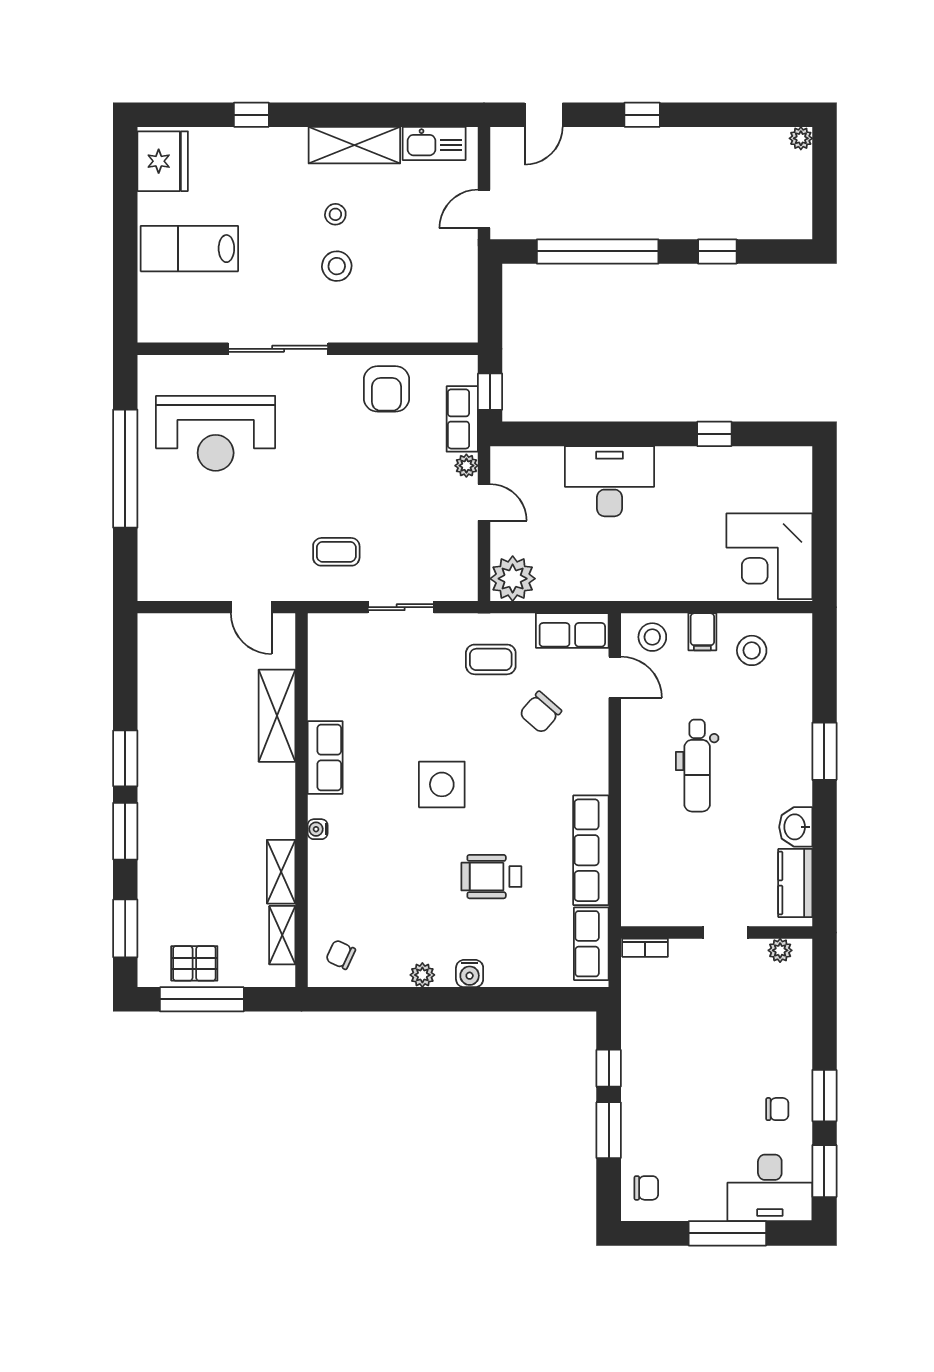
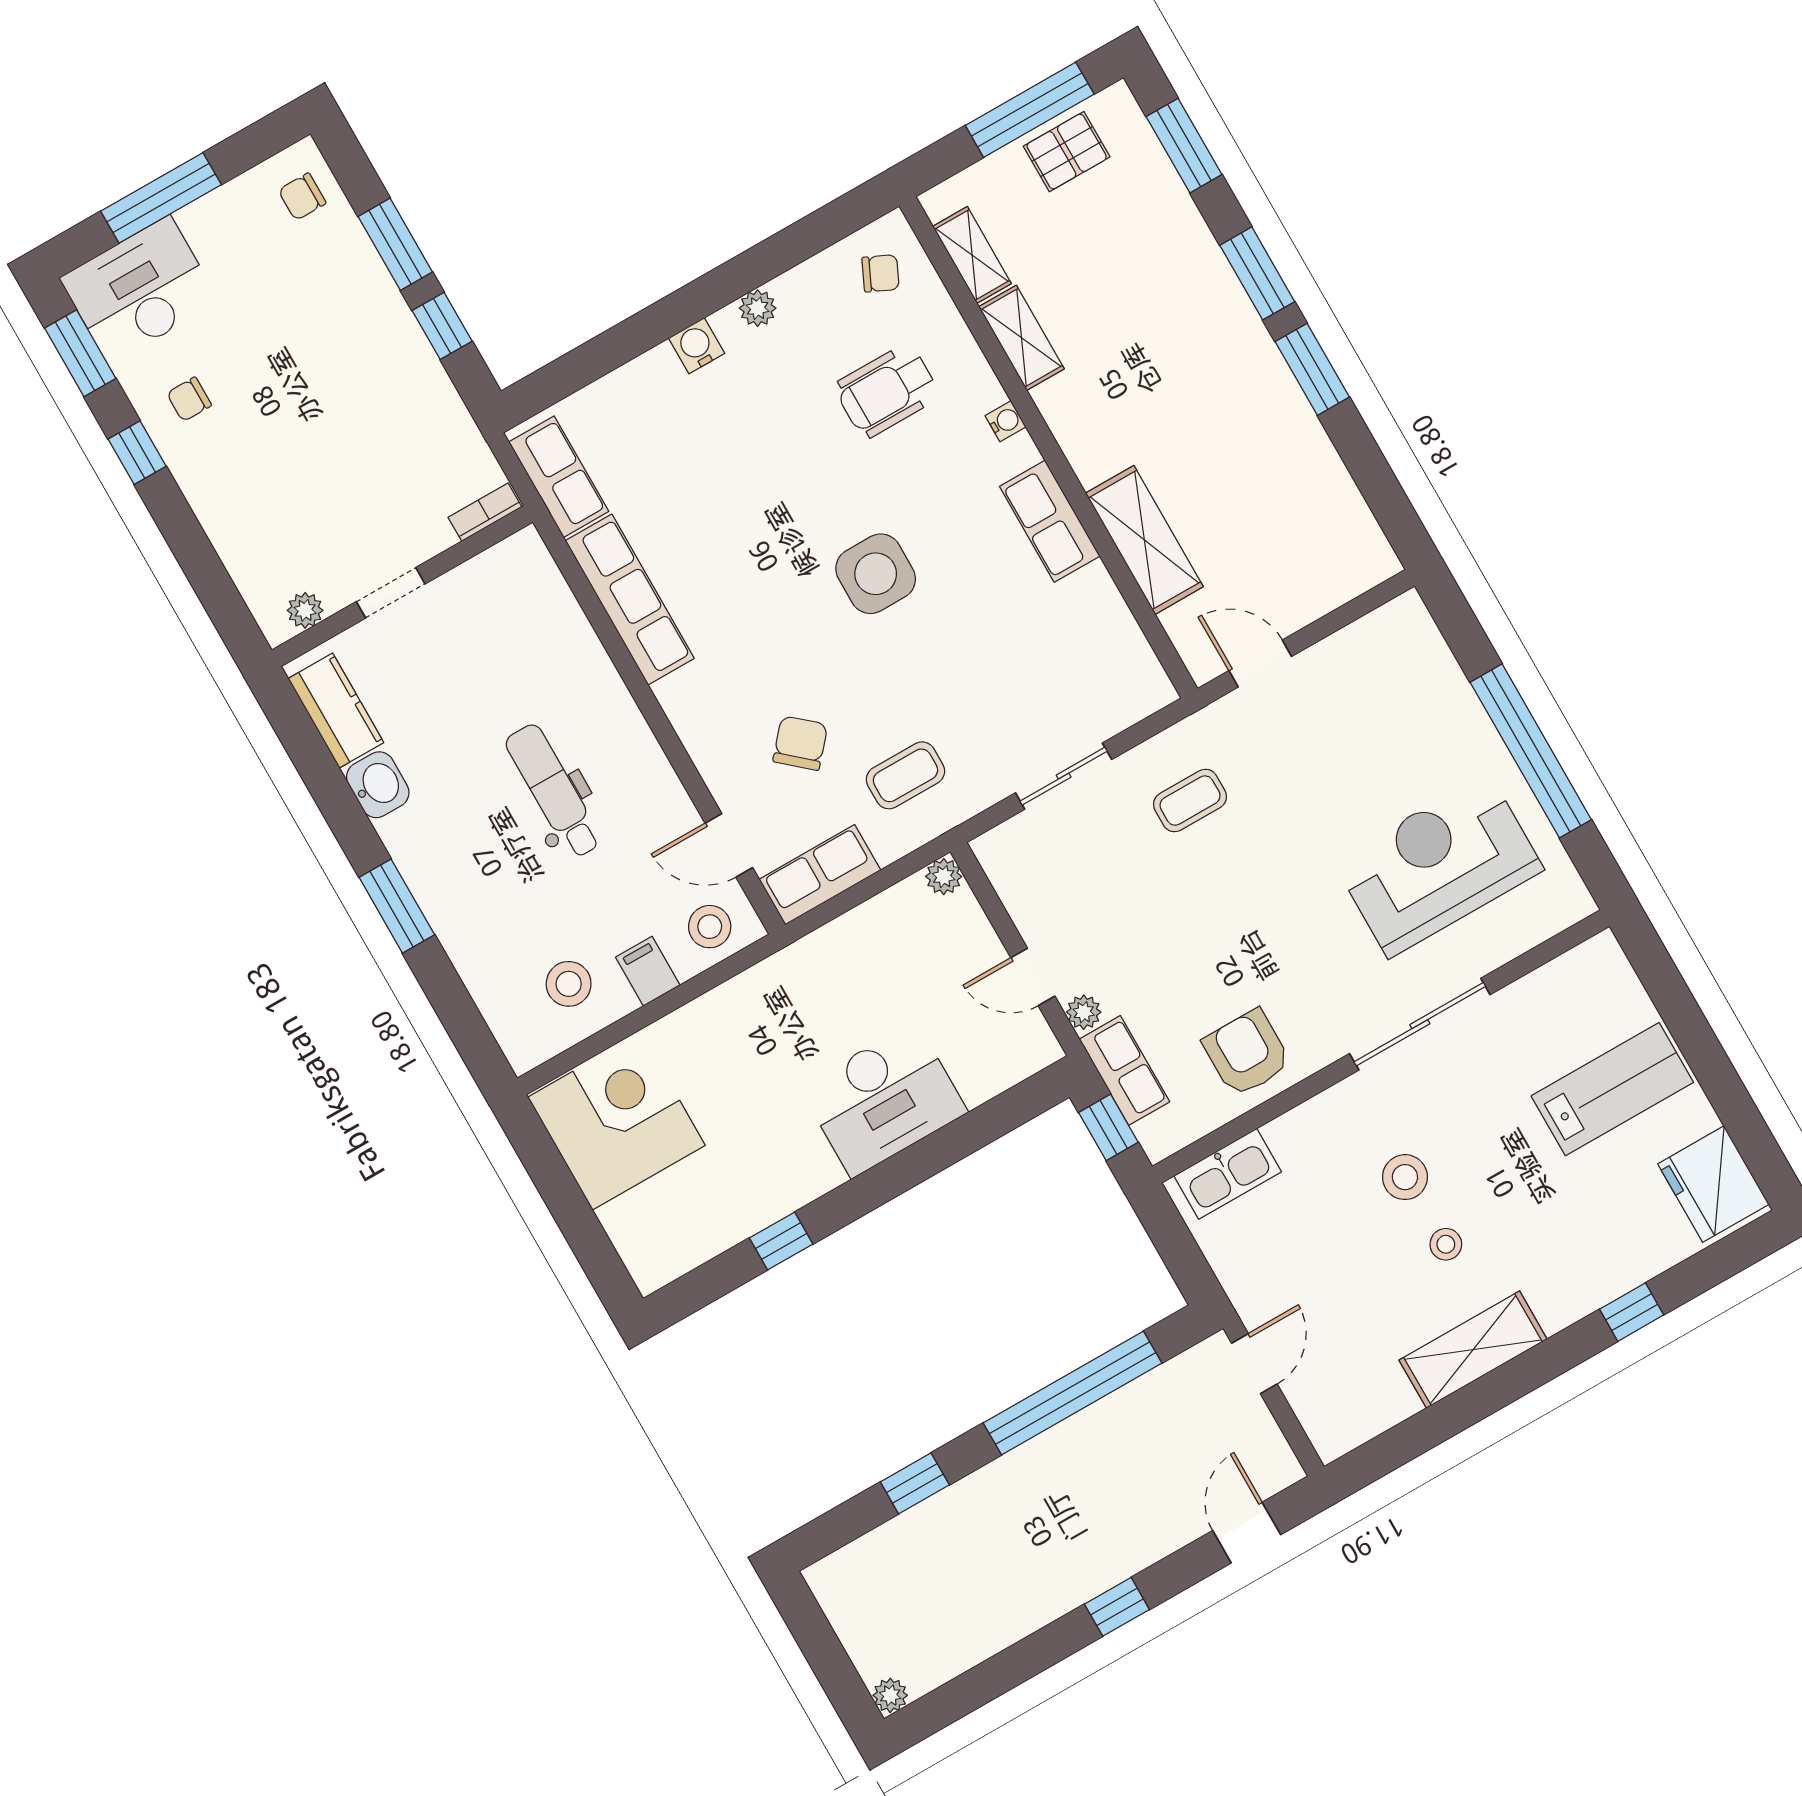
kitchen sink: (434, 143) -> (1228, 1174), moved, turned 180
plant: (513, 579) -> (944, 877), width x0.53, depth x0.53
wheelchair: (491, 877) -> (887, 391), moved, turned 180
window: (824, 1096) -> (137, 453), width x0.67

